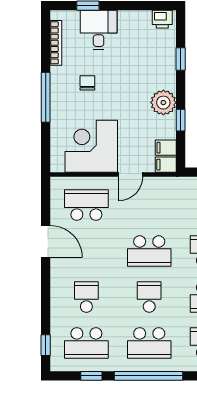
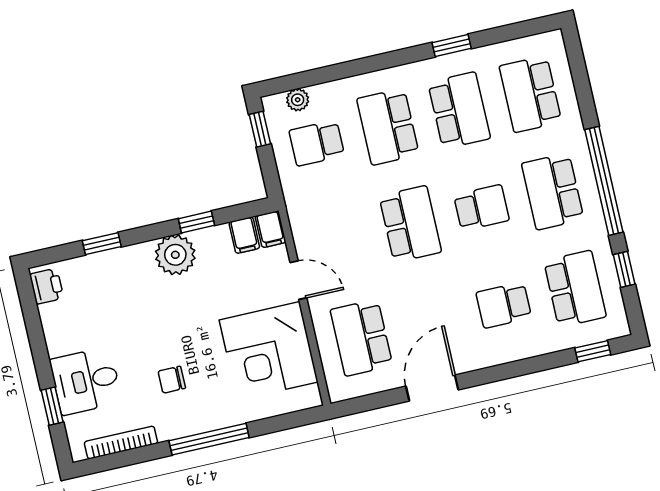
school desk: (149, 297) -> (481, 208), turned 180
school desk: (149, 343) -> (553, 191), turned 180

